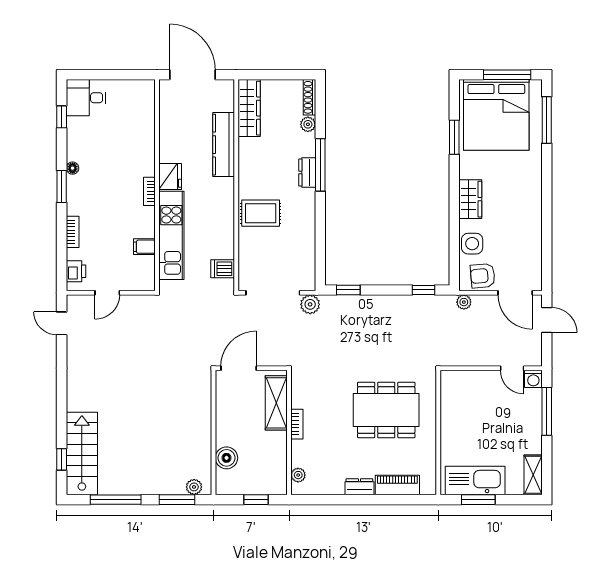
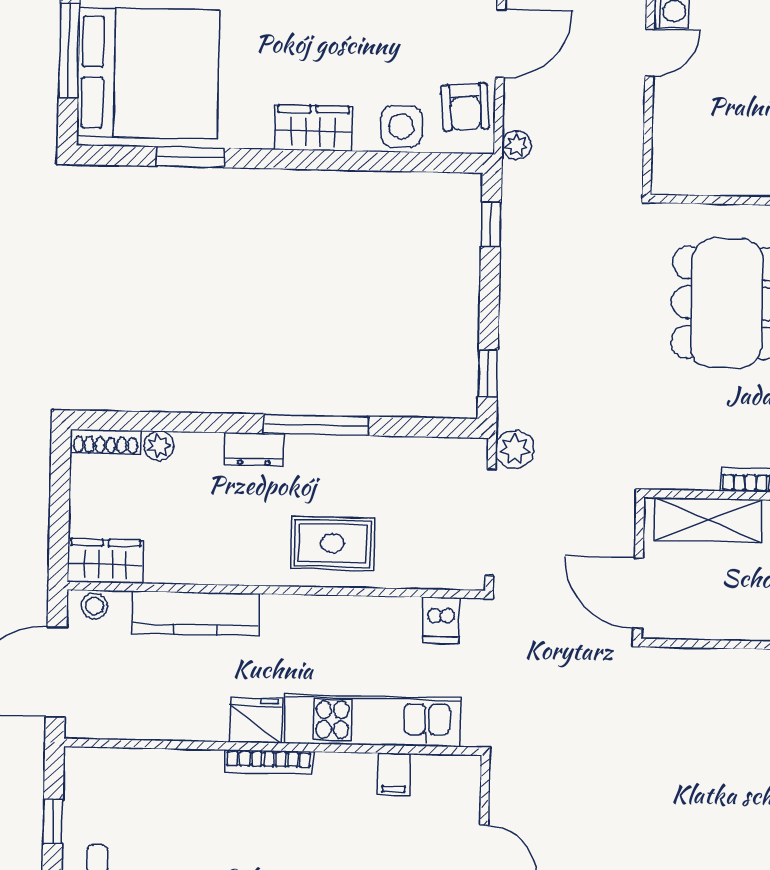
window: (117, 75) -> (53, 821), added
stool: (226, 93) -> (94, 606), added
wardrobe: (249, 108) -> (105, 561), width x0.67
window: (320, 165) -> (316, 425), moved
bookcase: (149, 191) -> (269, 762), width x1.56
rug: (261, 213) -> (333, 543), turned 90

